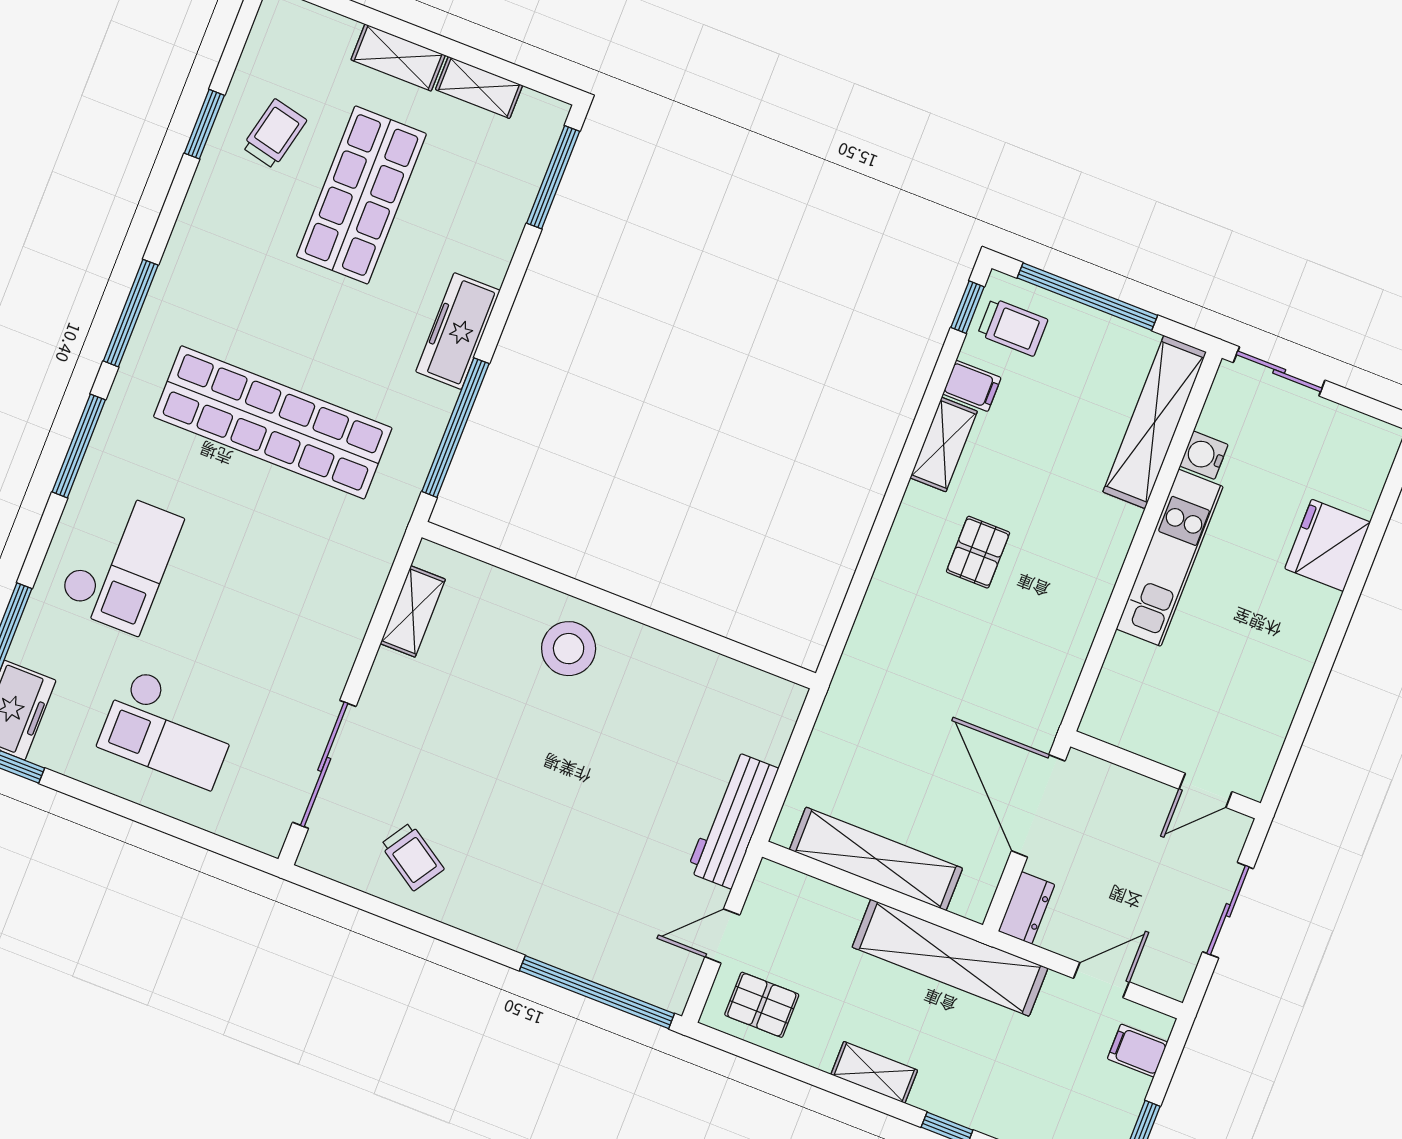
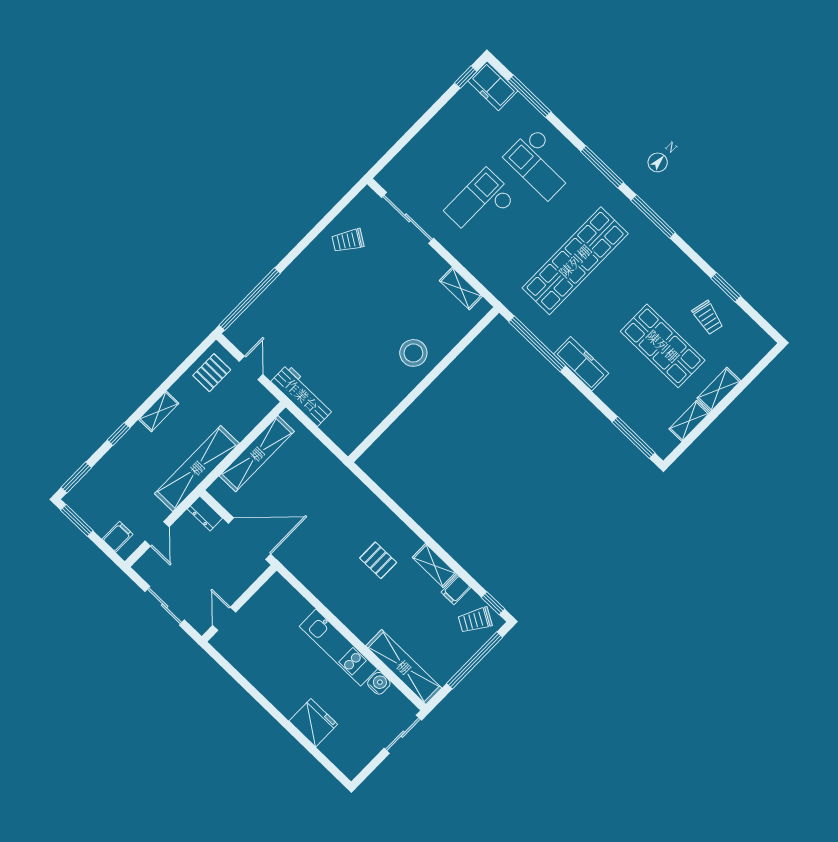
trolley: (1013, 327) -> (475, 620), turned 30
checkout: (169, 729) -> (480, 204), moved

